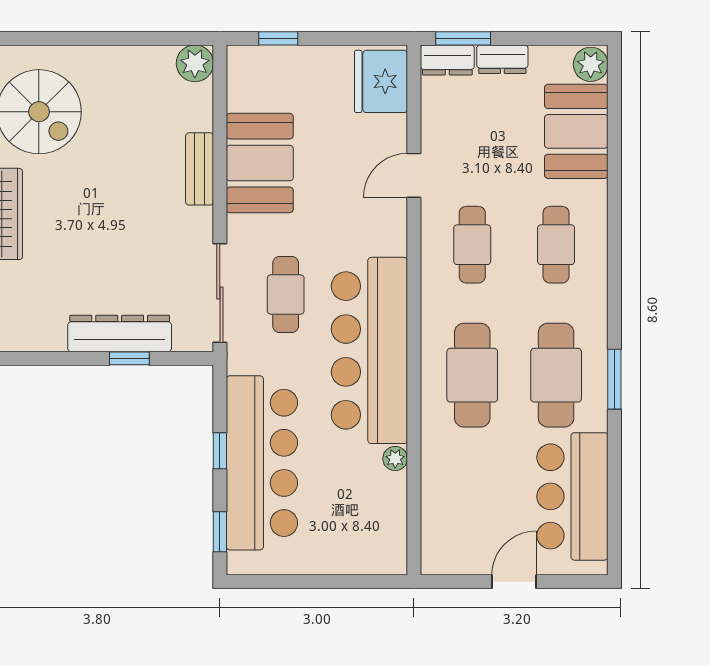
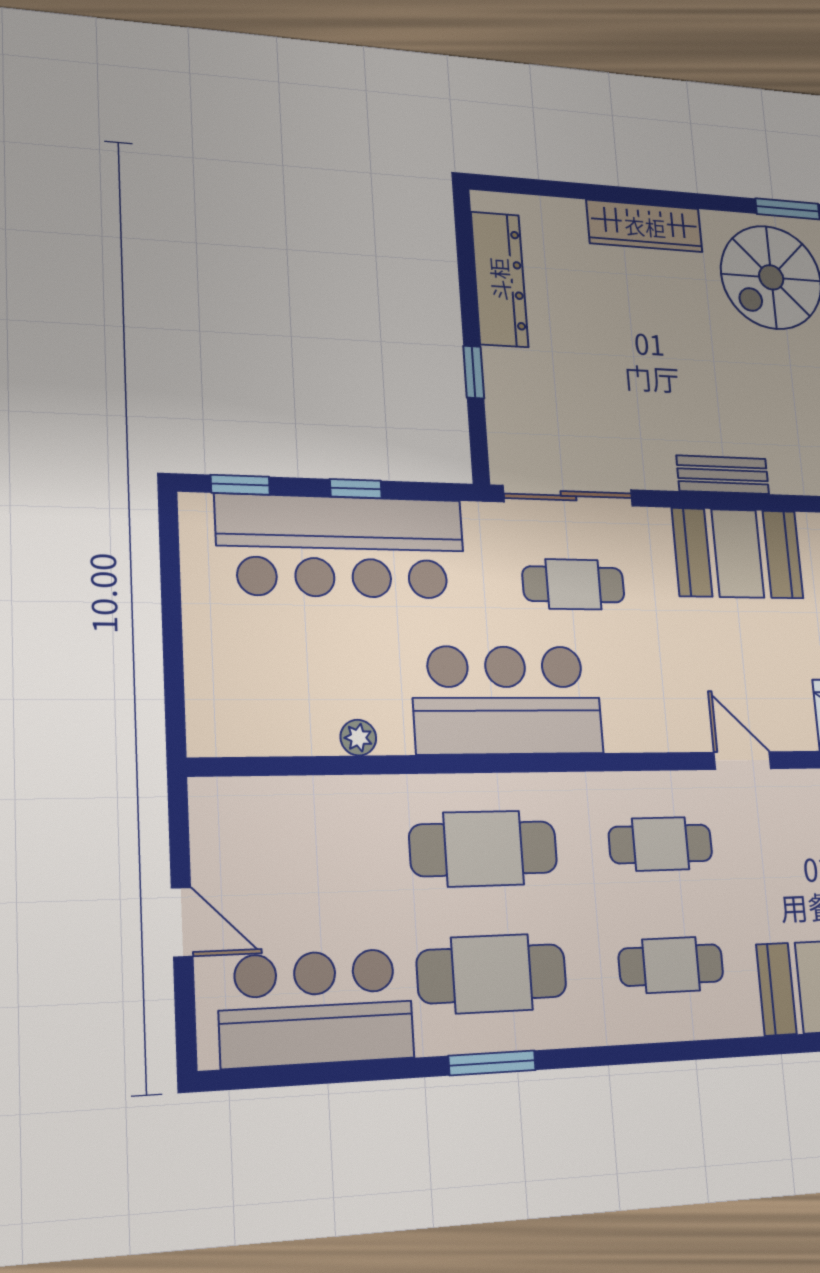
dresser: (120, 334) -> (499, 279), moved
bar counter: (369, 350) -> (507, 700), width x0.73

